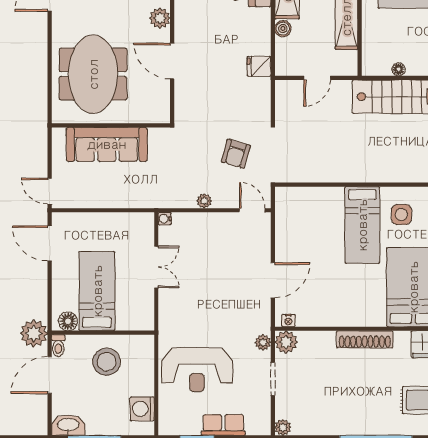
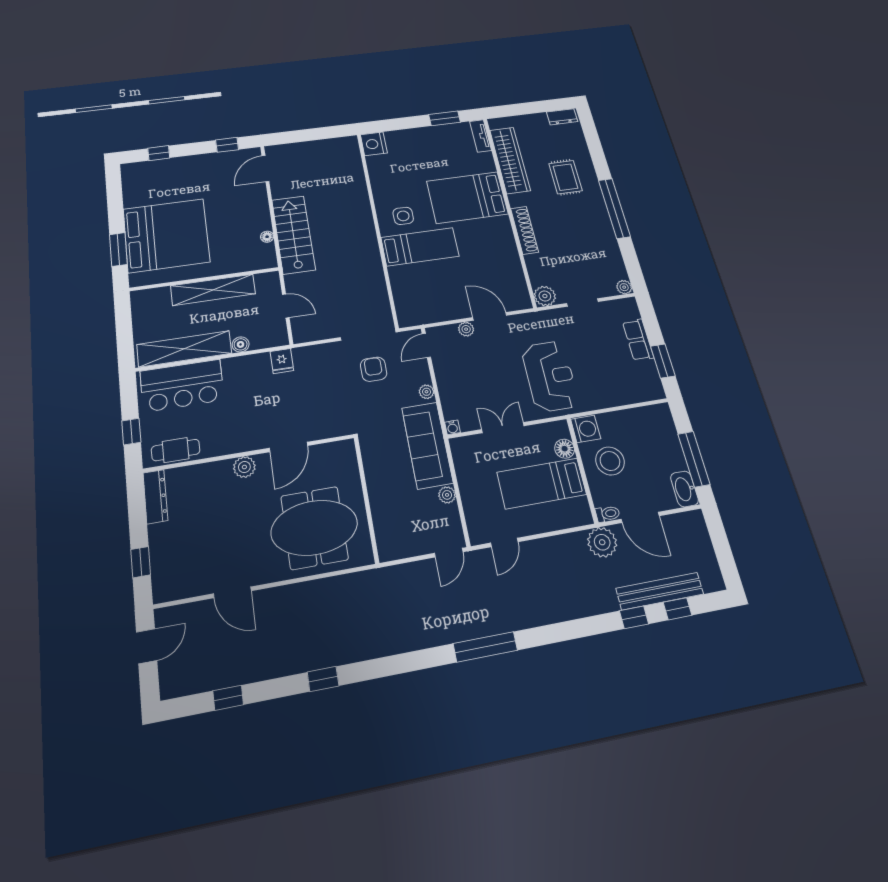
sofa: (107, 144) -> (427, 445), moved, turned 180
armchair: (236, 154) -> (374, 369), turned -106
plant: (102, 200) -> (447, 495), added
door: (50, 243) -> (504, 542), width x0.73
nightstand: (288, 320) -> (524, 297), removed
floor lamp: (68, 321) -> (565, 449), moved
plant: (263, 342) -> (466, 329), moved
reception desk: (197, 370) -> (550, 376), moved
washing machine: (142, 409) -> (586, 429), moved, turned -90

